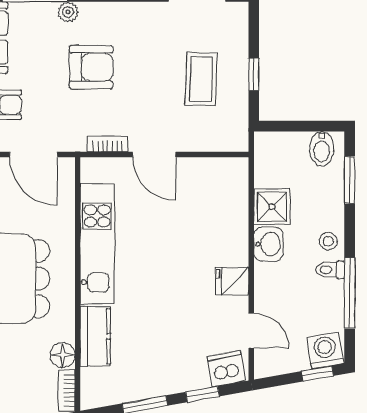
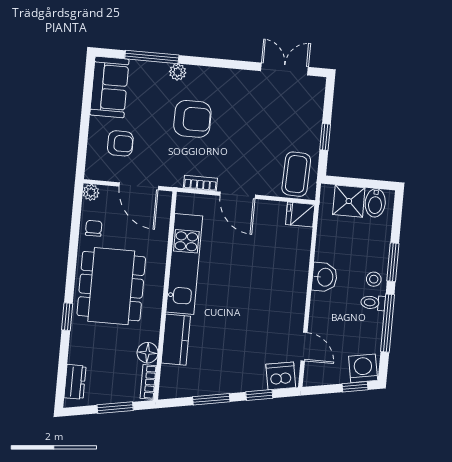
coffee table: (201, 79) -> (296, 174), moved
window: (350, 180) -> (393, 262), moved
shower: (272, 207) -> (349, 201), moved
fridge: (232, 281) -> (300, 215), moved

